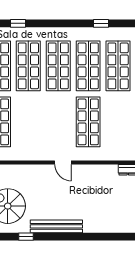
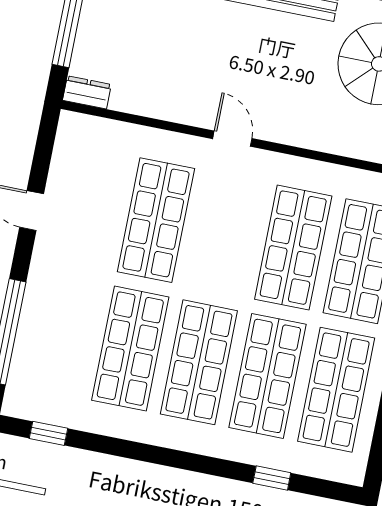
window: (101, 23) -> (48, 433), moved
shop shelf: (118, 66) -> (293, 248), moved

